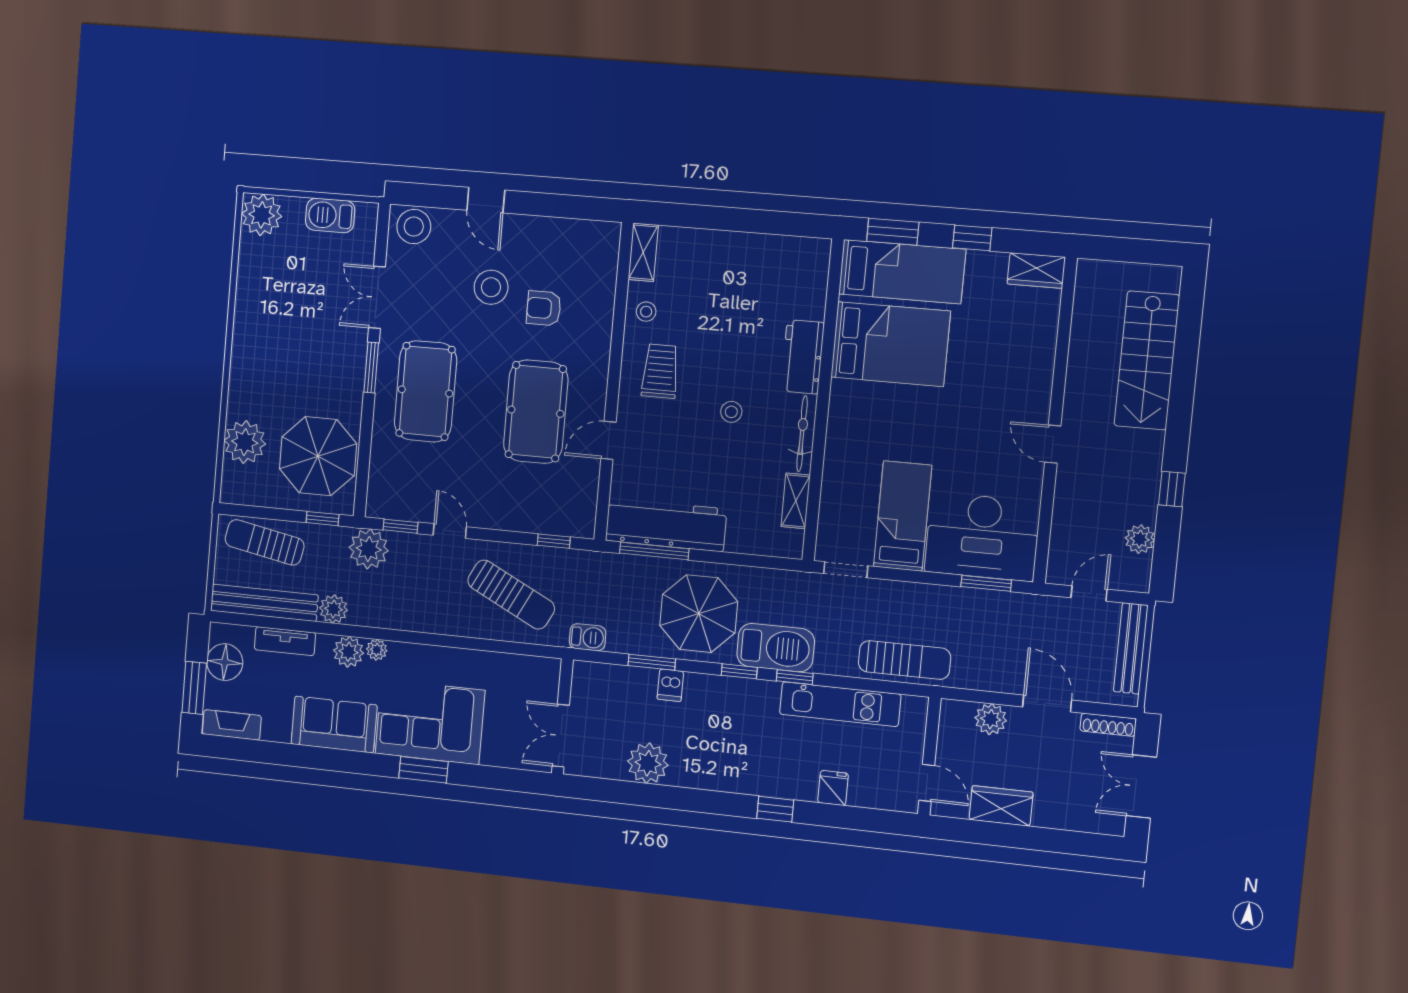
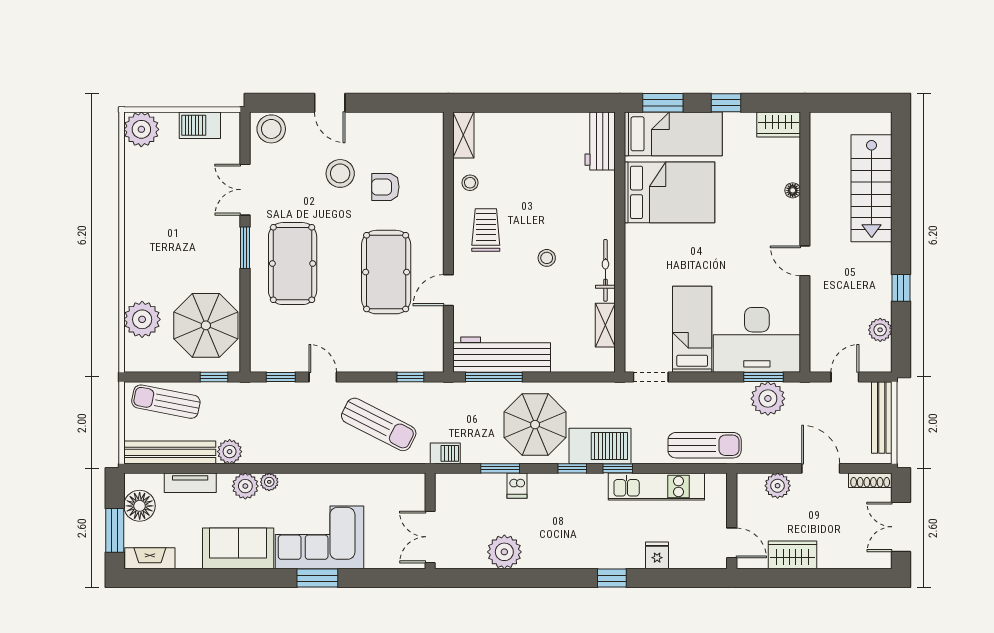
floor lamp: (1046, 355) -> (793, 190), added
workbench: (803, 357) -> (600, 141), moved
plant: (369, 549) -> (768, 399), moved

